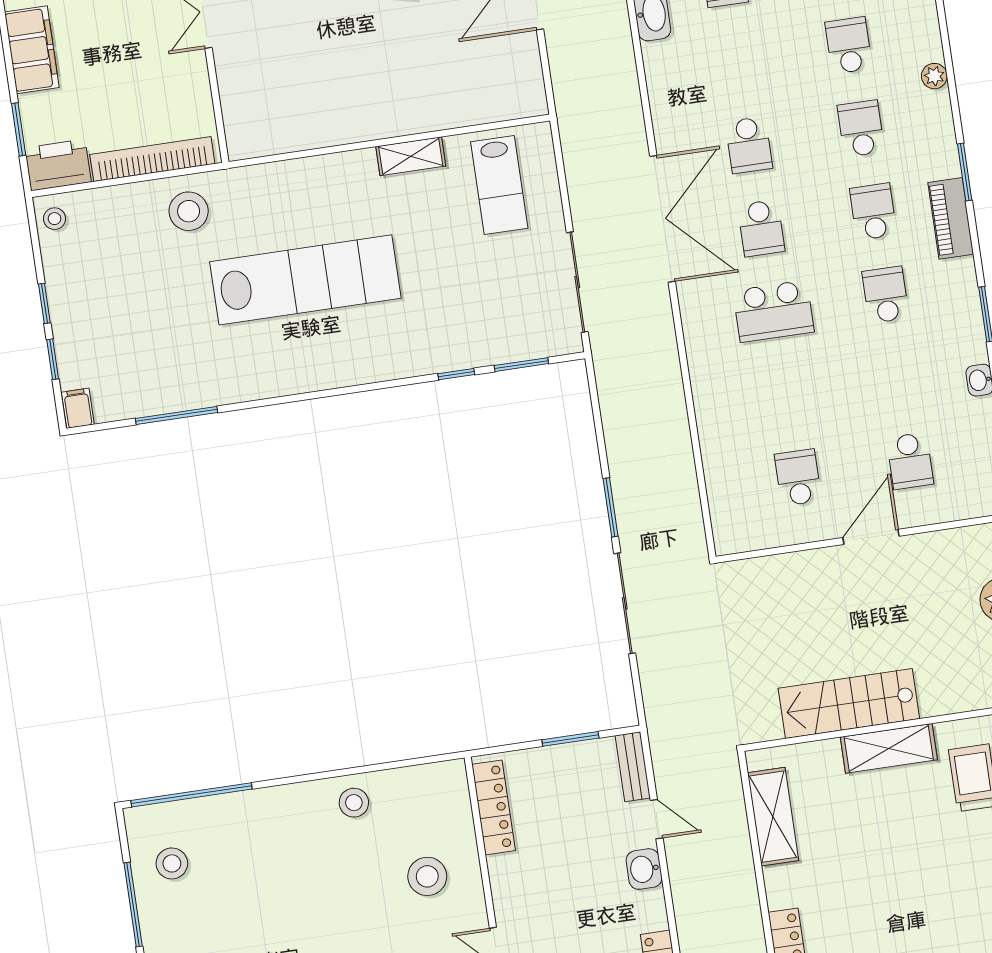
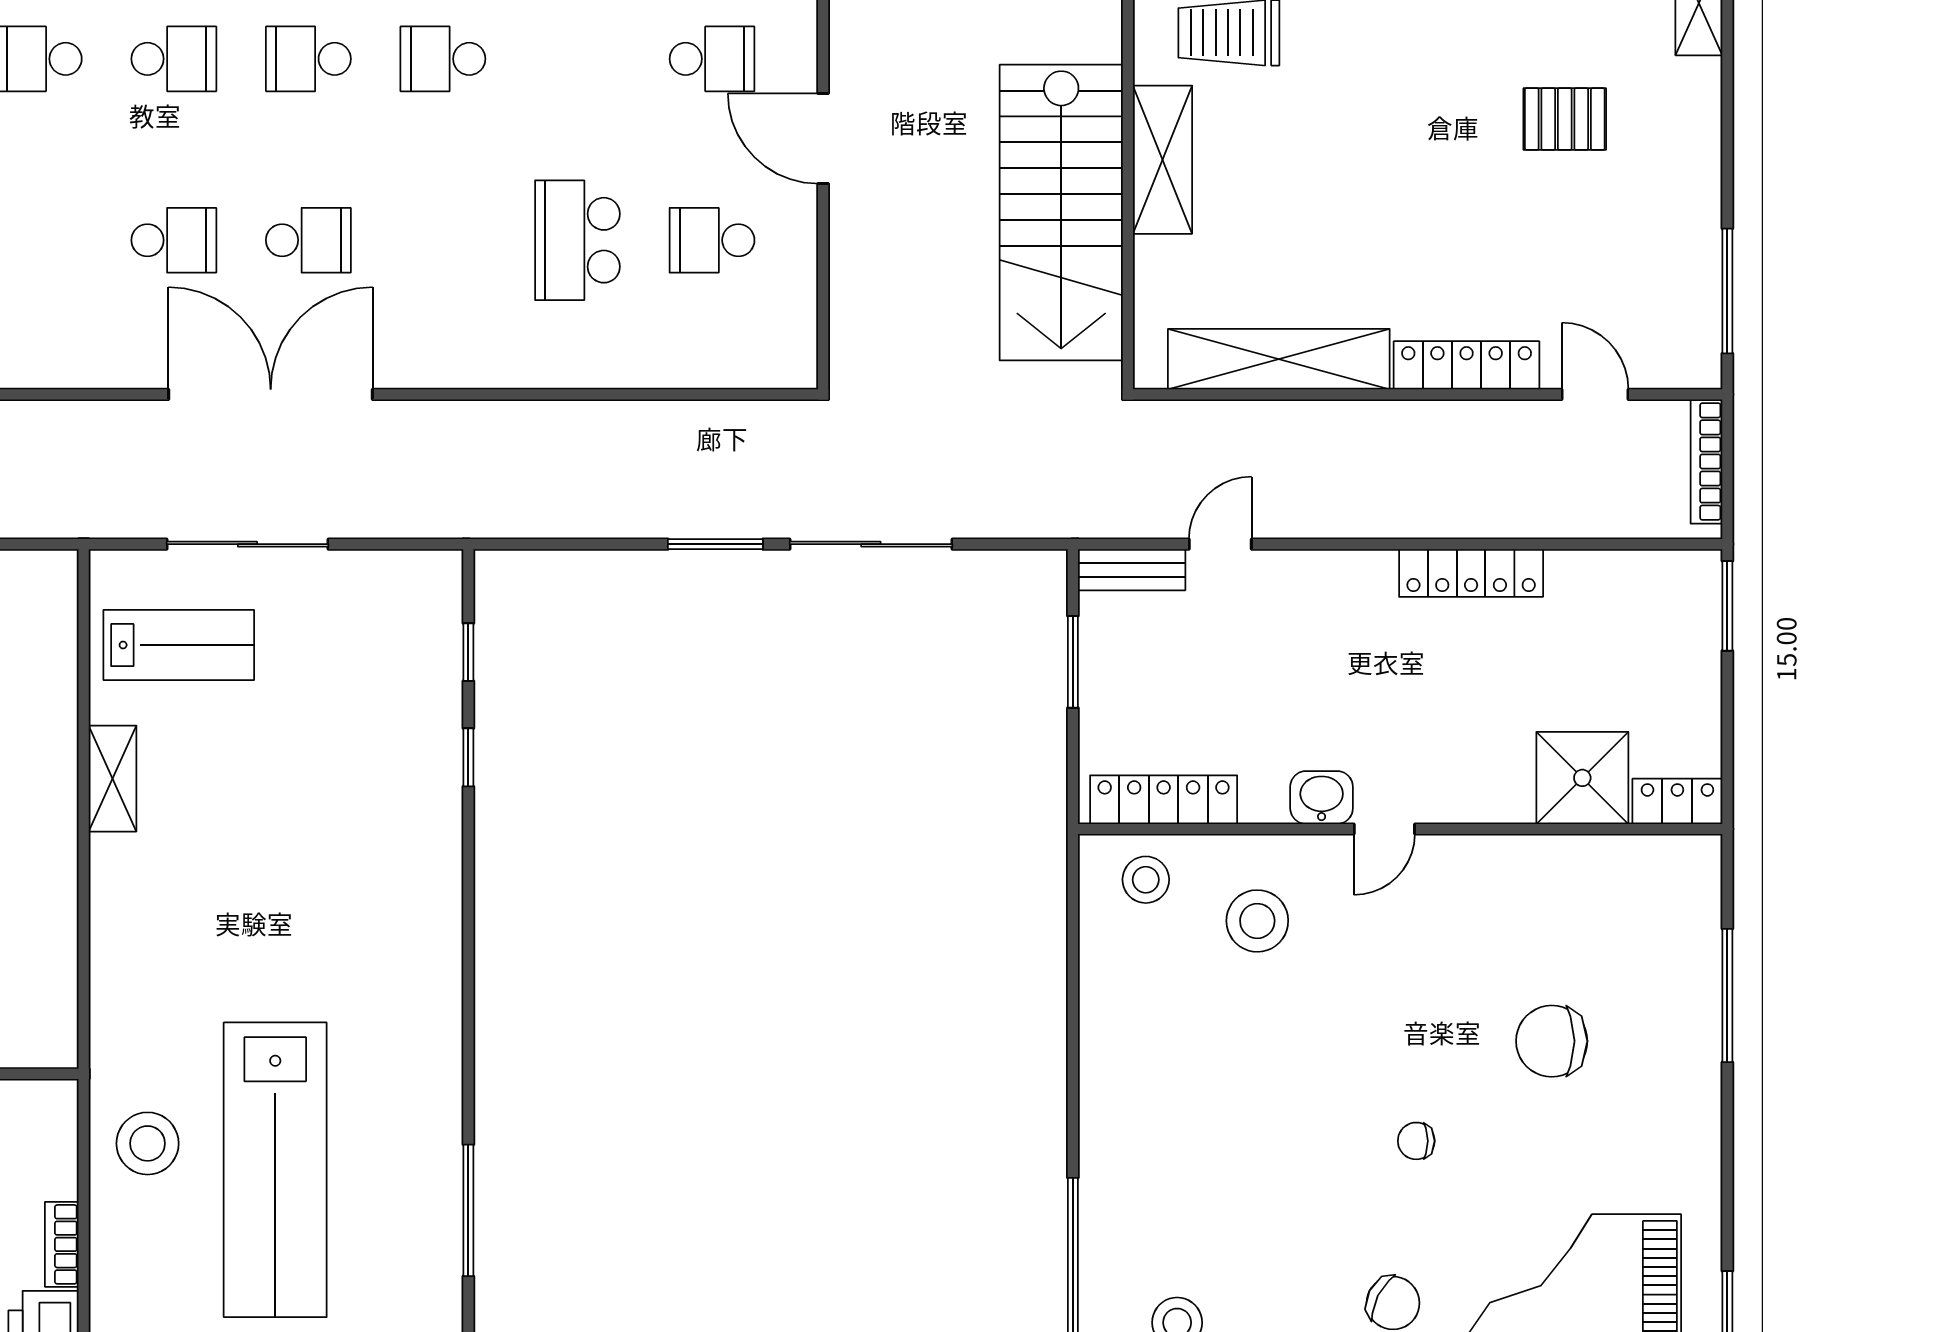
school desk: (861, 128) -> (174, 59), turned 180
bookcase: (152, 159) -> (62, 1244), width x0.43, depth x0.76
lab bench: (305, 280) -> (275, 1170), moved, turned 180
sliding door: (577, 282) -> (247, 544), moved
school desk: (773, 311) -> (577, 240), moved, turned 180
window: (521, 365) -> (468, 652), width x0.67
stairs: (849, 703) -> (1061, 213), width x1.36, depth x1.51
stool: (354, 803) -> (1146, 880), moved
shelving: (773, 817) -> (1279, 359), width x1.47
washbasin: (644, 869) -> (1322, 798), moved, turned 180

